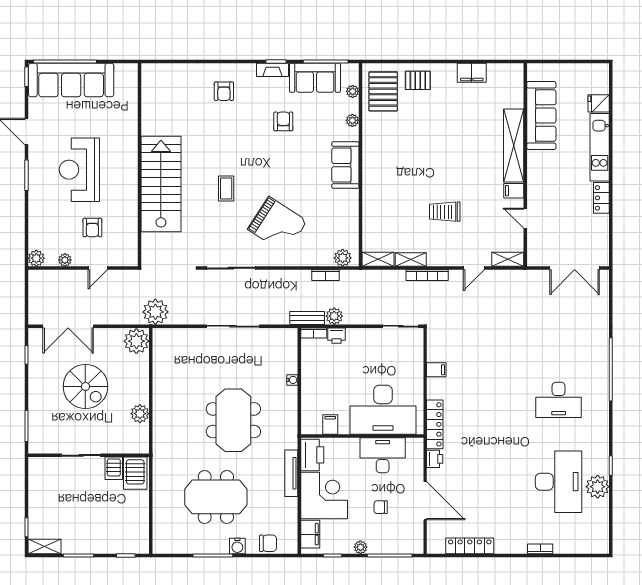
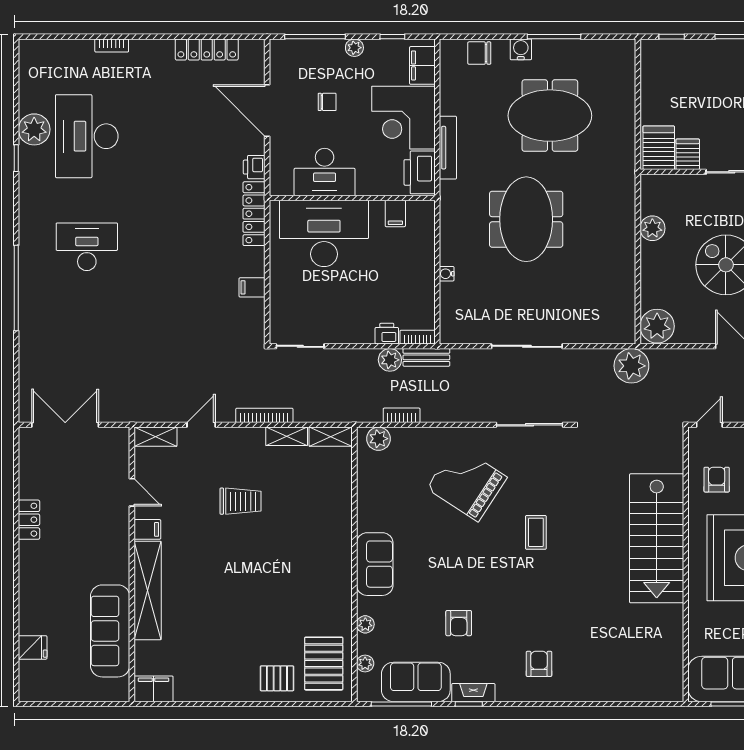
filing cabinet: (472, 73) -> (154, 689), moved
kitchen unit: (600, 147) -> (31, 588), removed
wall: (139, 165) -> (686, 564), moved
stairs: (161, 184) -> (657, 538), moved

